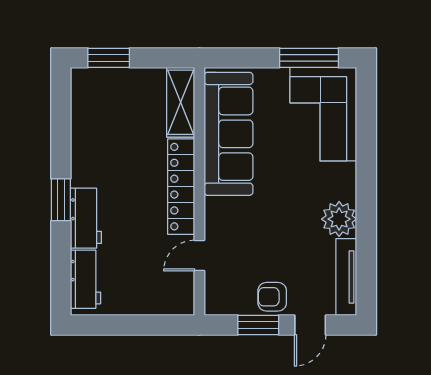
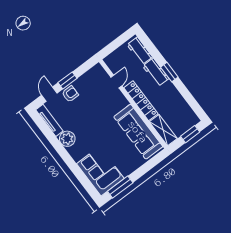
shelving: (181, 102) -> (163, 130), moved
sofa: (229, 134) -> (138, 132), moved
locker: (181, 187) -> (141, 101), moved
wall: (199, 191) -> (133, 104), moved
door: (199, 256) -> (116, 82), moved

